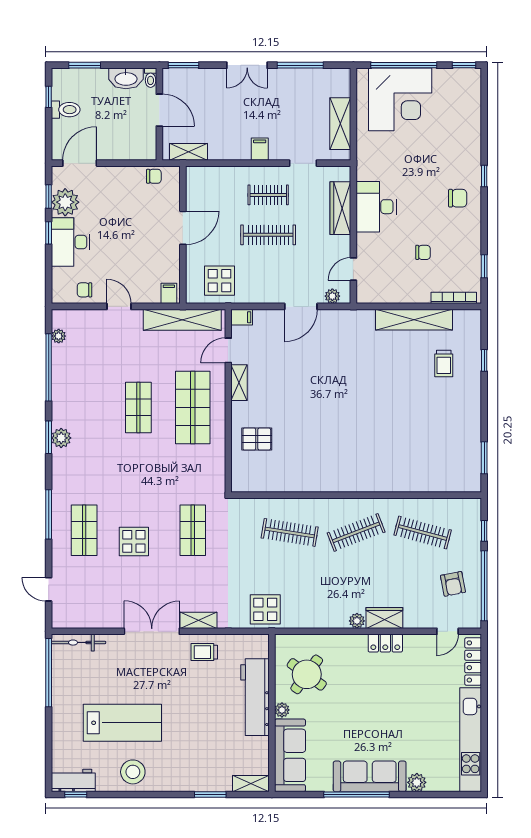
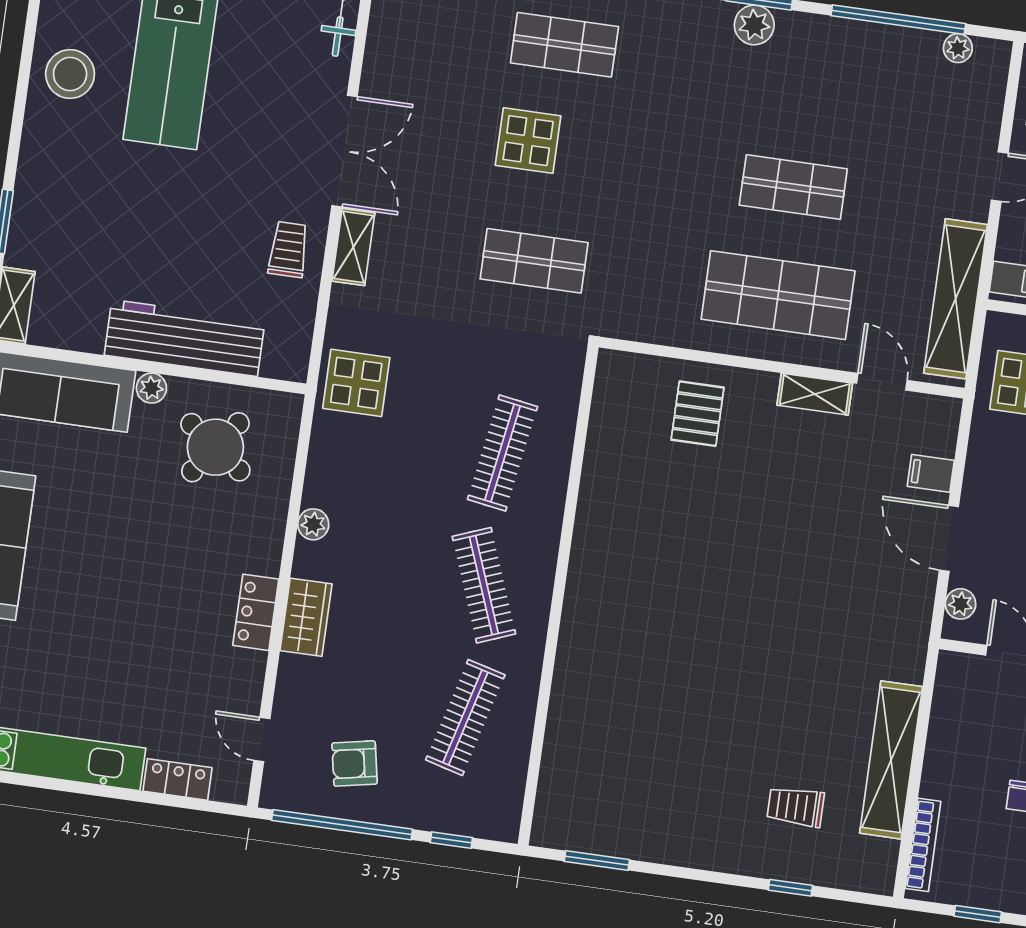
filing cabinet: (242, 317) -> (931, 473), moved, turned 90
plant: (357, 621) -> (313, 524), moved
locker: (473, 661) -> (177, 779), width x0.66

